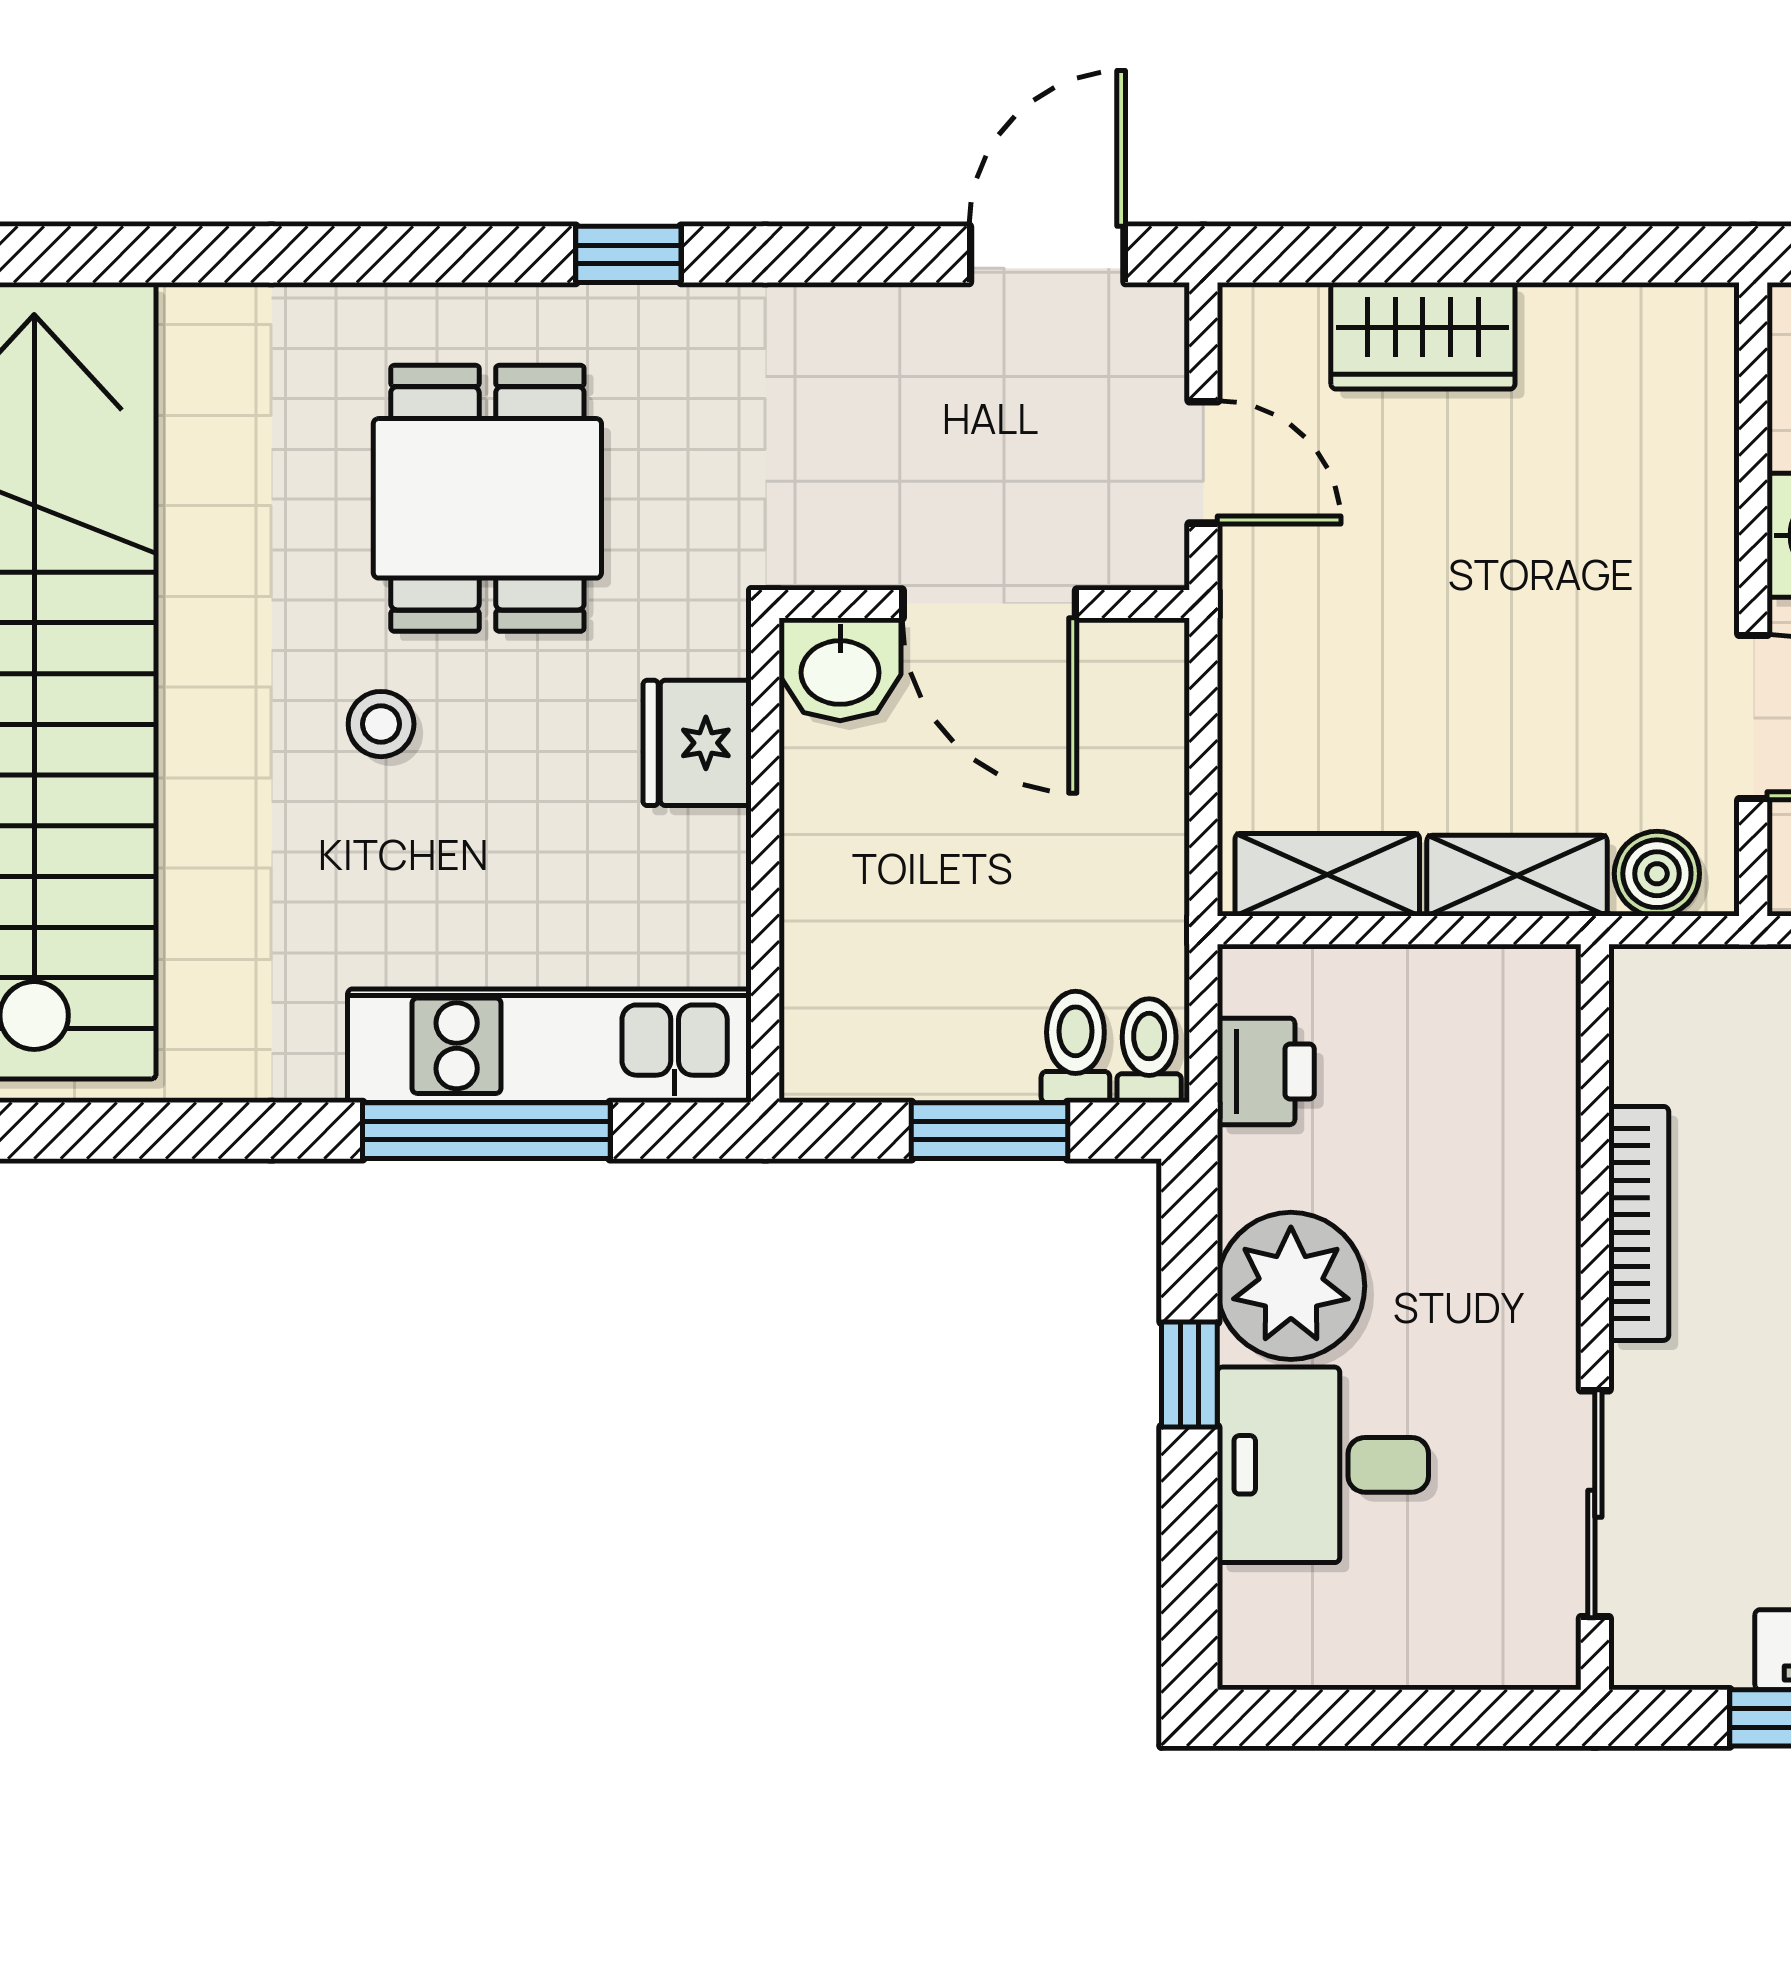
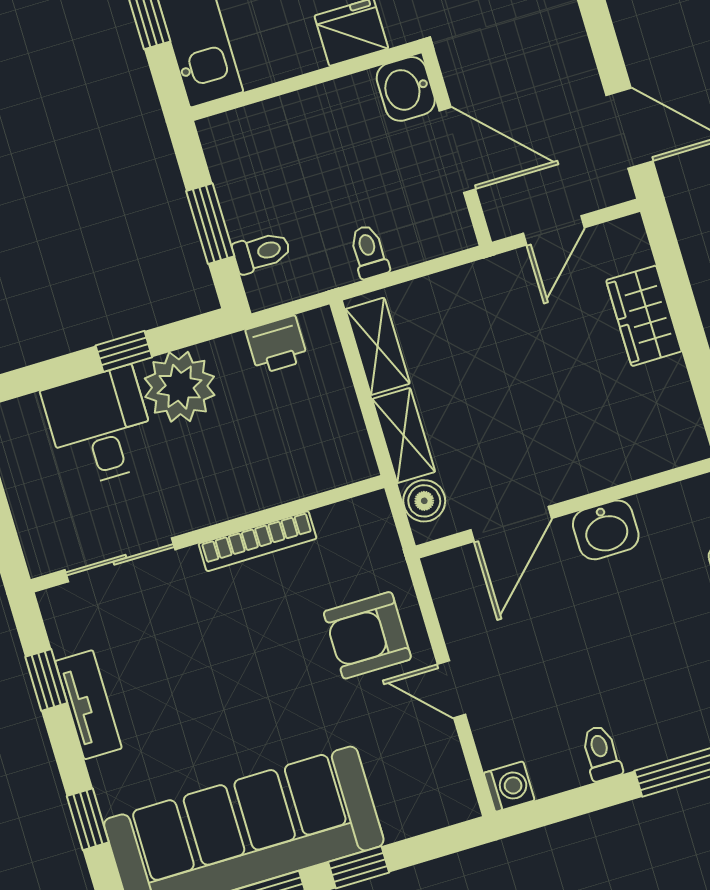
door: (989, 604) -> (457, 150), swing flipped
toilet: (1149, 1051) -> (369, 252), moved, turned -90

